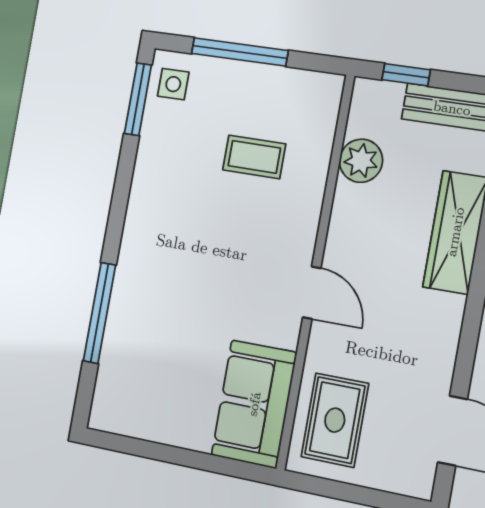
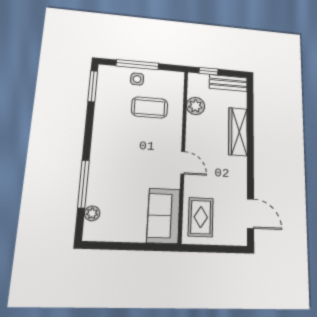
side table: (173, 84) -> (137, 79), moved
coffee table: (254, 157) -> (150, 107), width x1.36, depth x1.30
plant: (110, 376) -> (92, 213), added

